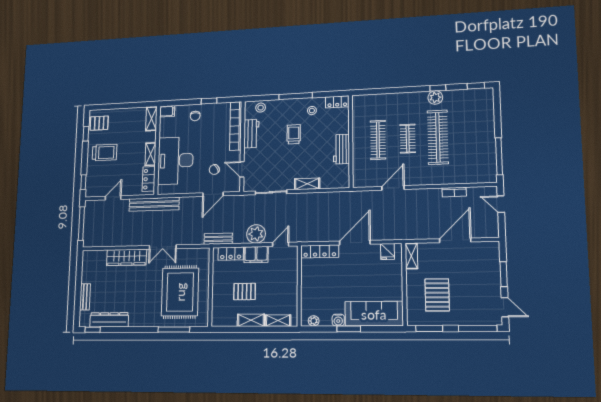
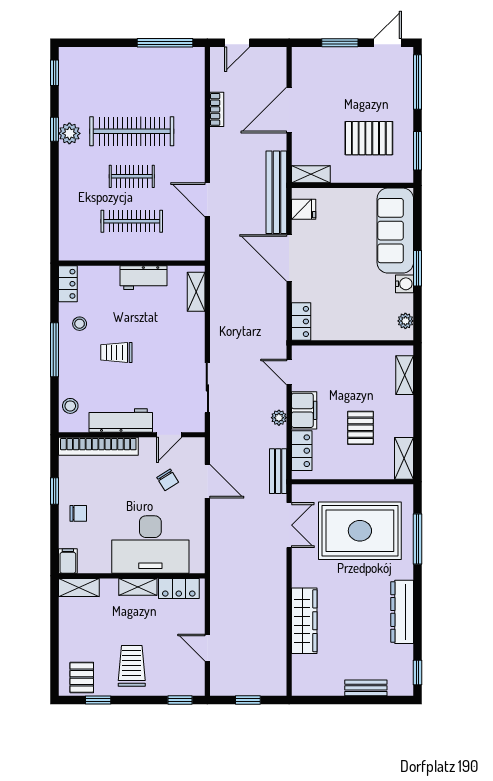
workbench: (251, 134) -> (121, 420), width x1.38
shelving: (307, 184) -> (196, 292), moved
bench: (154, 204) -> (276, 192), moved
window: (81, 224) -> (248, 700), width x0.46
plant: (256, 234) -> (279, 418), width x0.53, depth x0.53
door: (455, 240) -> (289, 110), hinge flipped
double door: (163, 247) -> (289, 525), moved
locker: (320, 251) -> (301, 321), width x0.66
dresser: (109, 320) -> (402, 612), moved
shelving: (251, 320) -> (404, 458), moved

